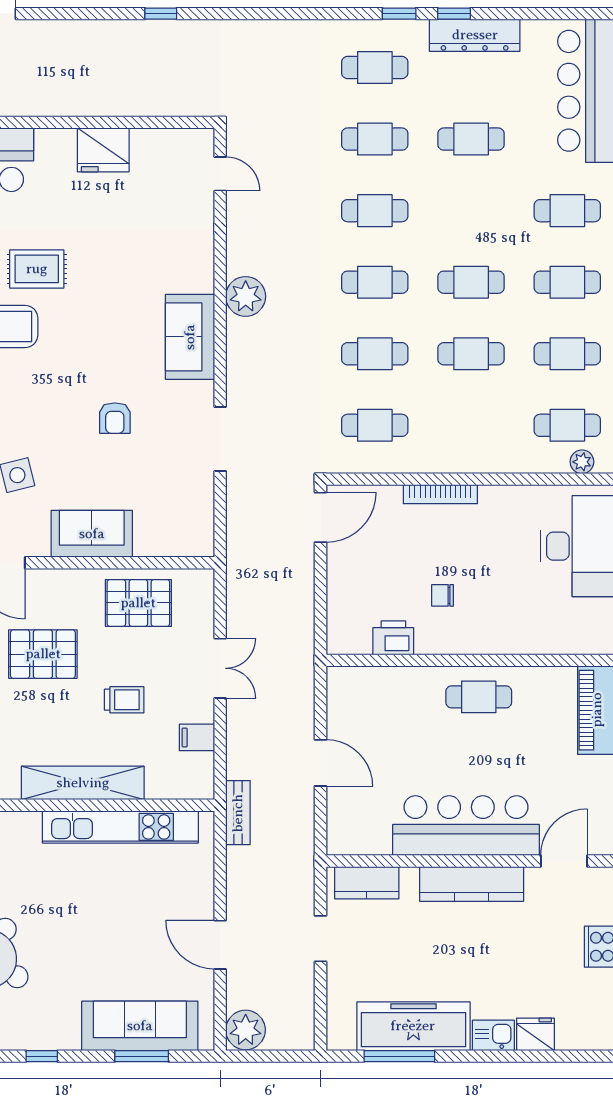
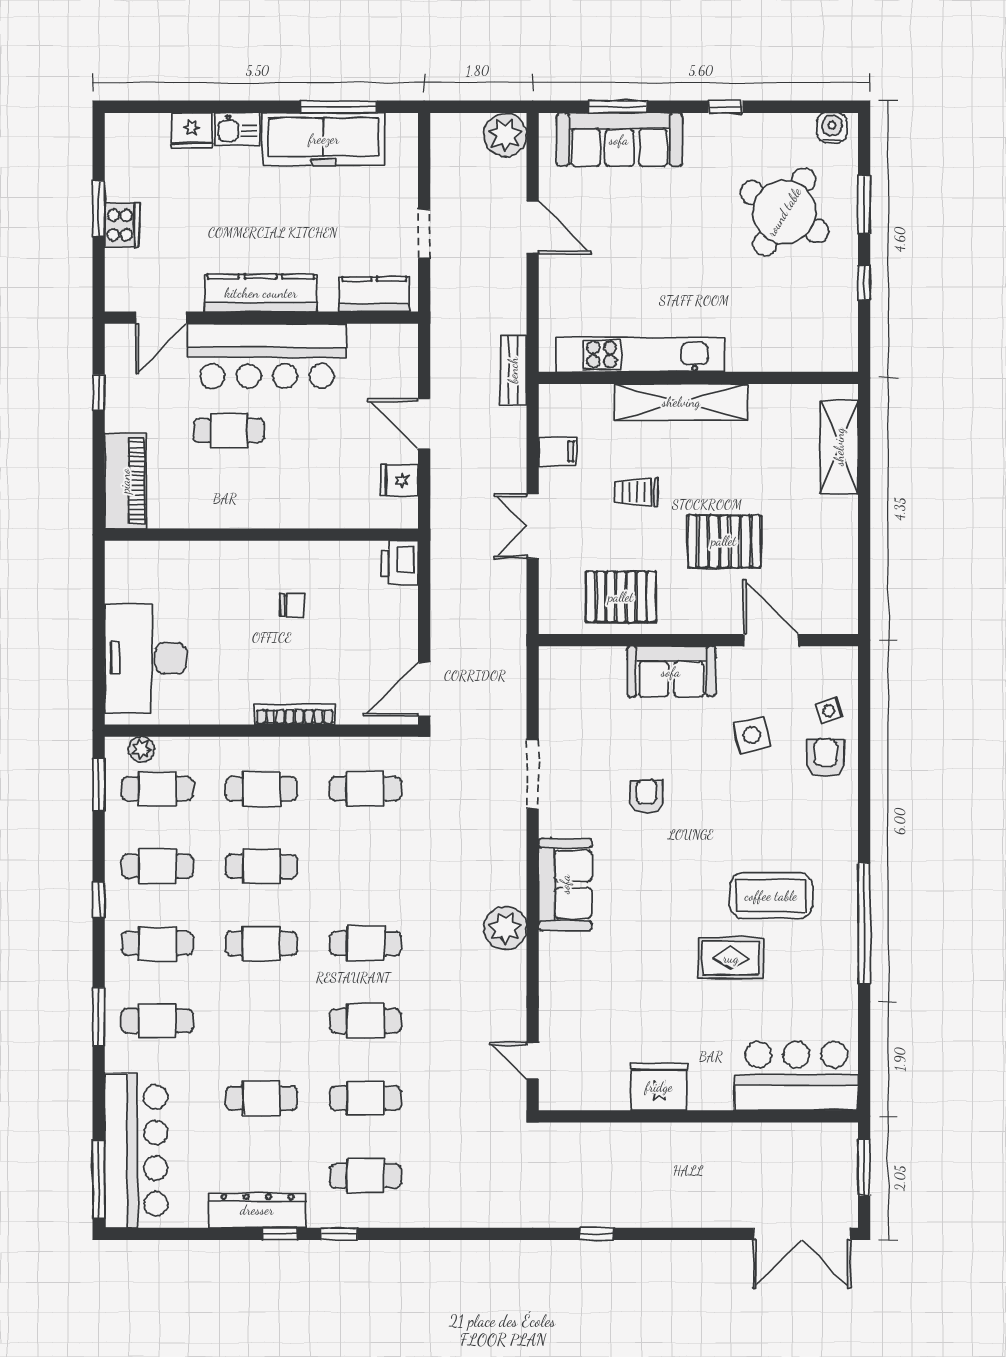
cafe table: (375, 354) -> (261, 789), moved
printer: (393, 638) -> (400, 563), moved, turned 90
cafe table: (479, 697) -> (229, 431), moved
fridge: (343, 711) -> (399, 480), added

